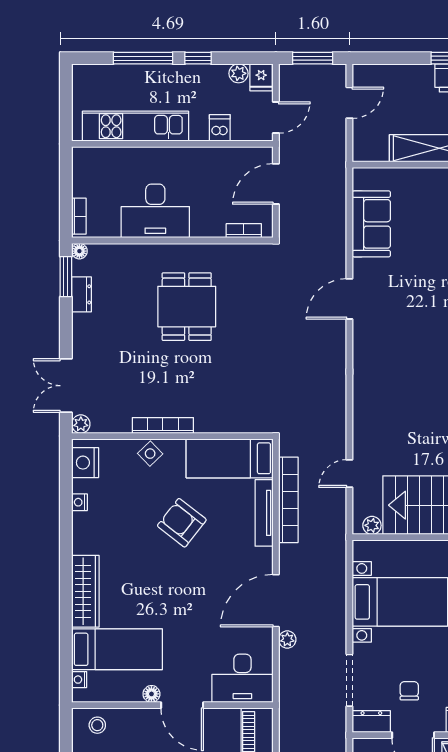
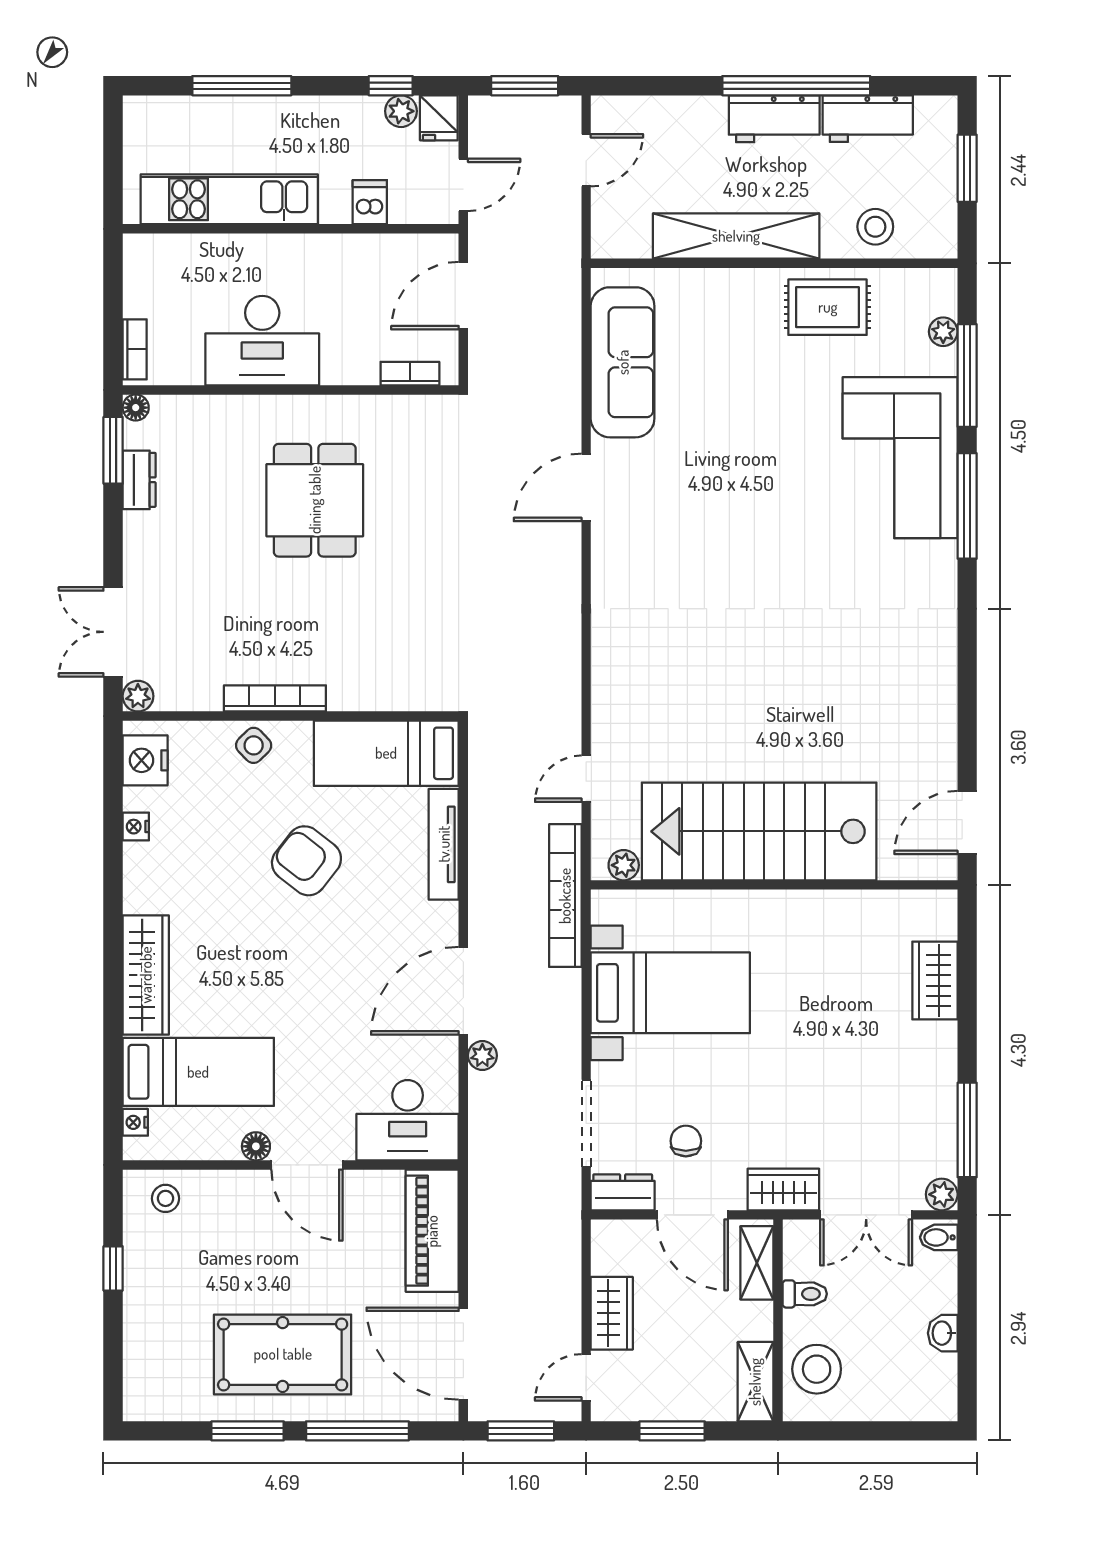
window: (198, 58) -> (391, 86), moved
sofa: (371, 224) -> (623, 362), width x1.36
bookcase: (288, 500) -> (565, 896), moved, turned 180

